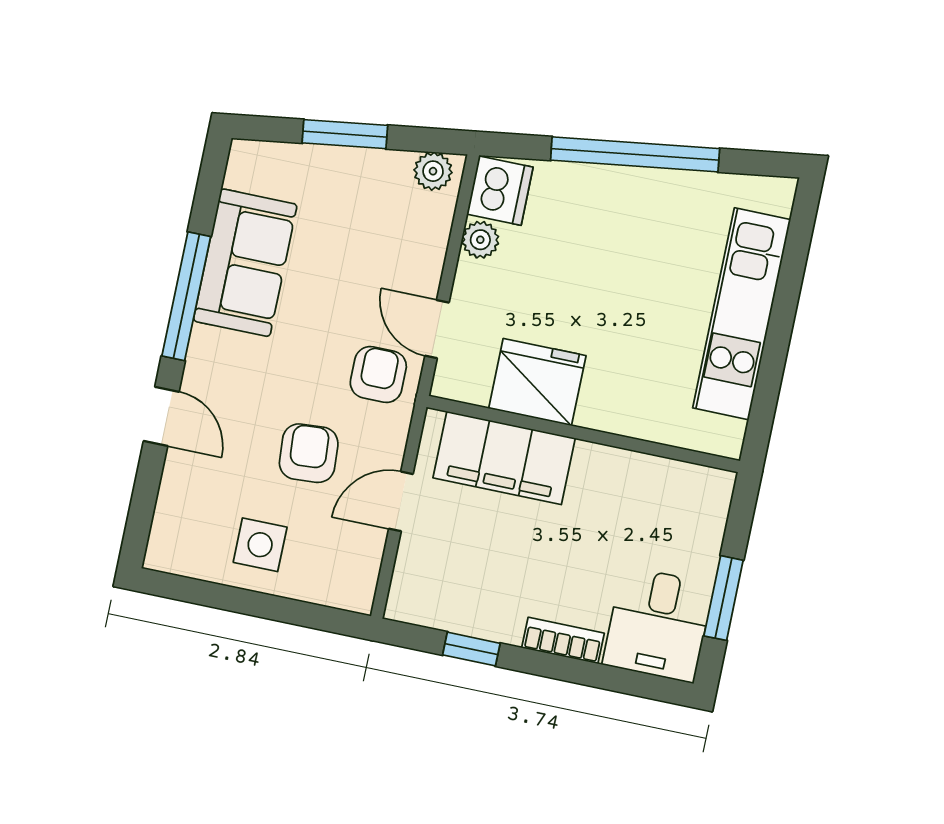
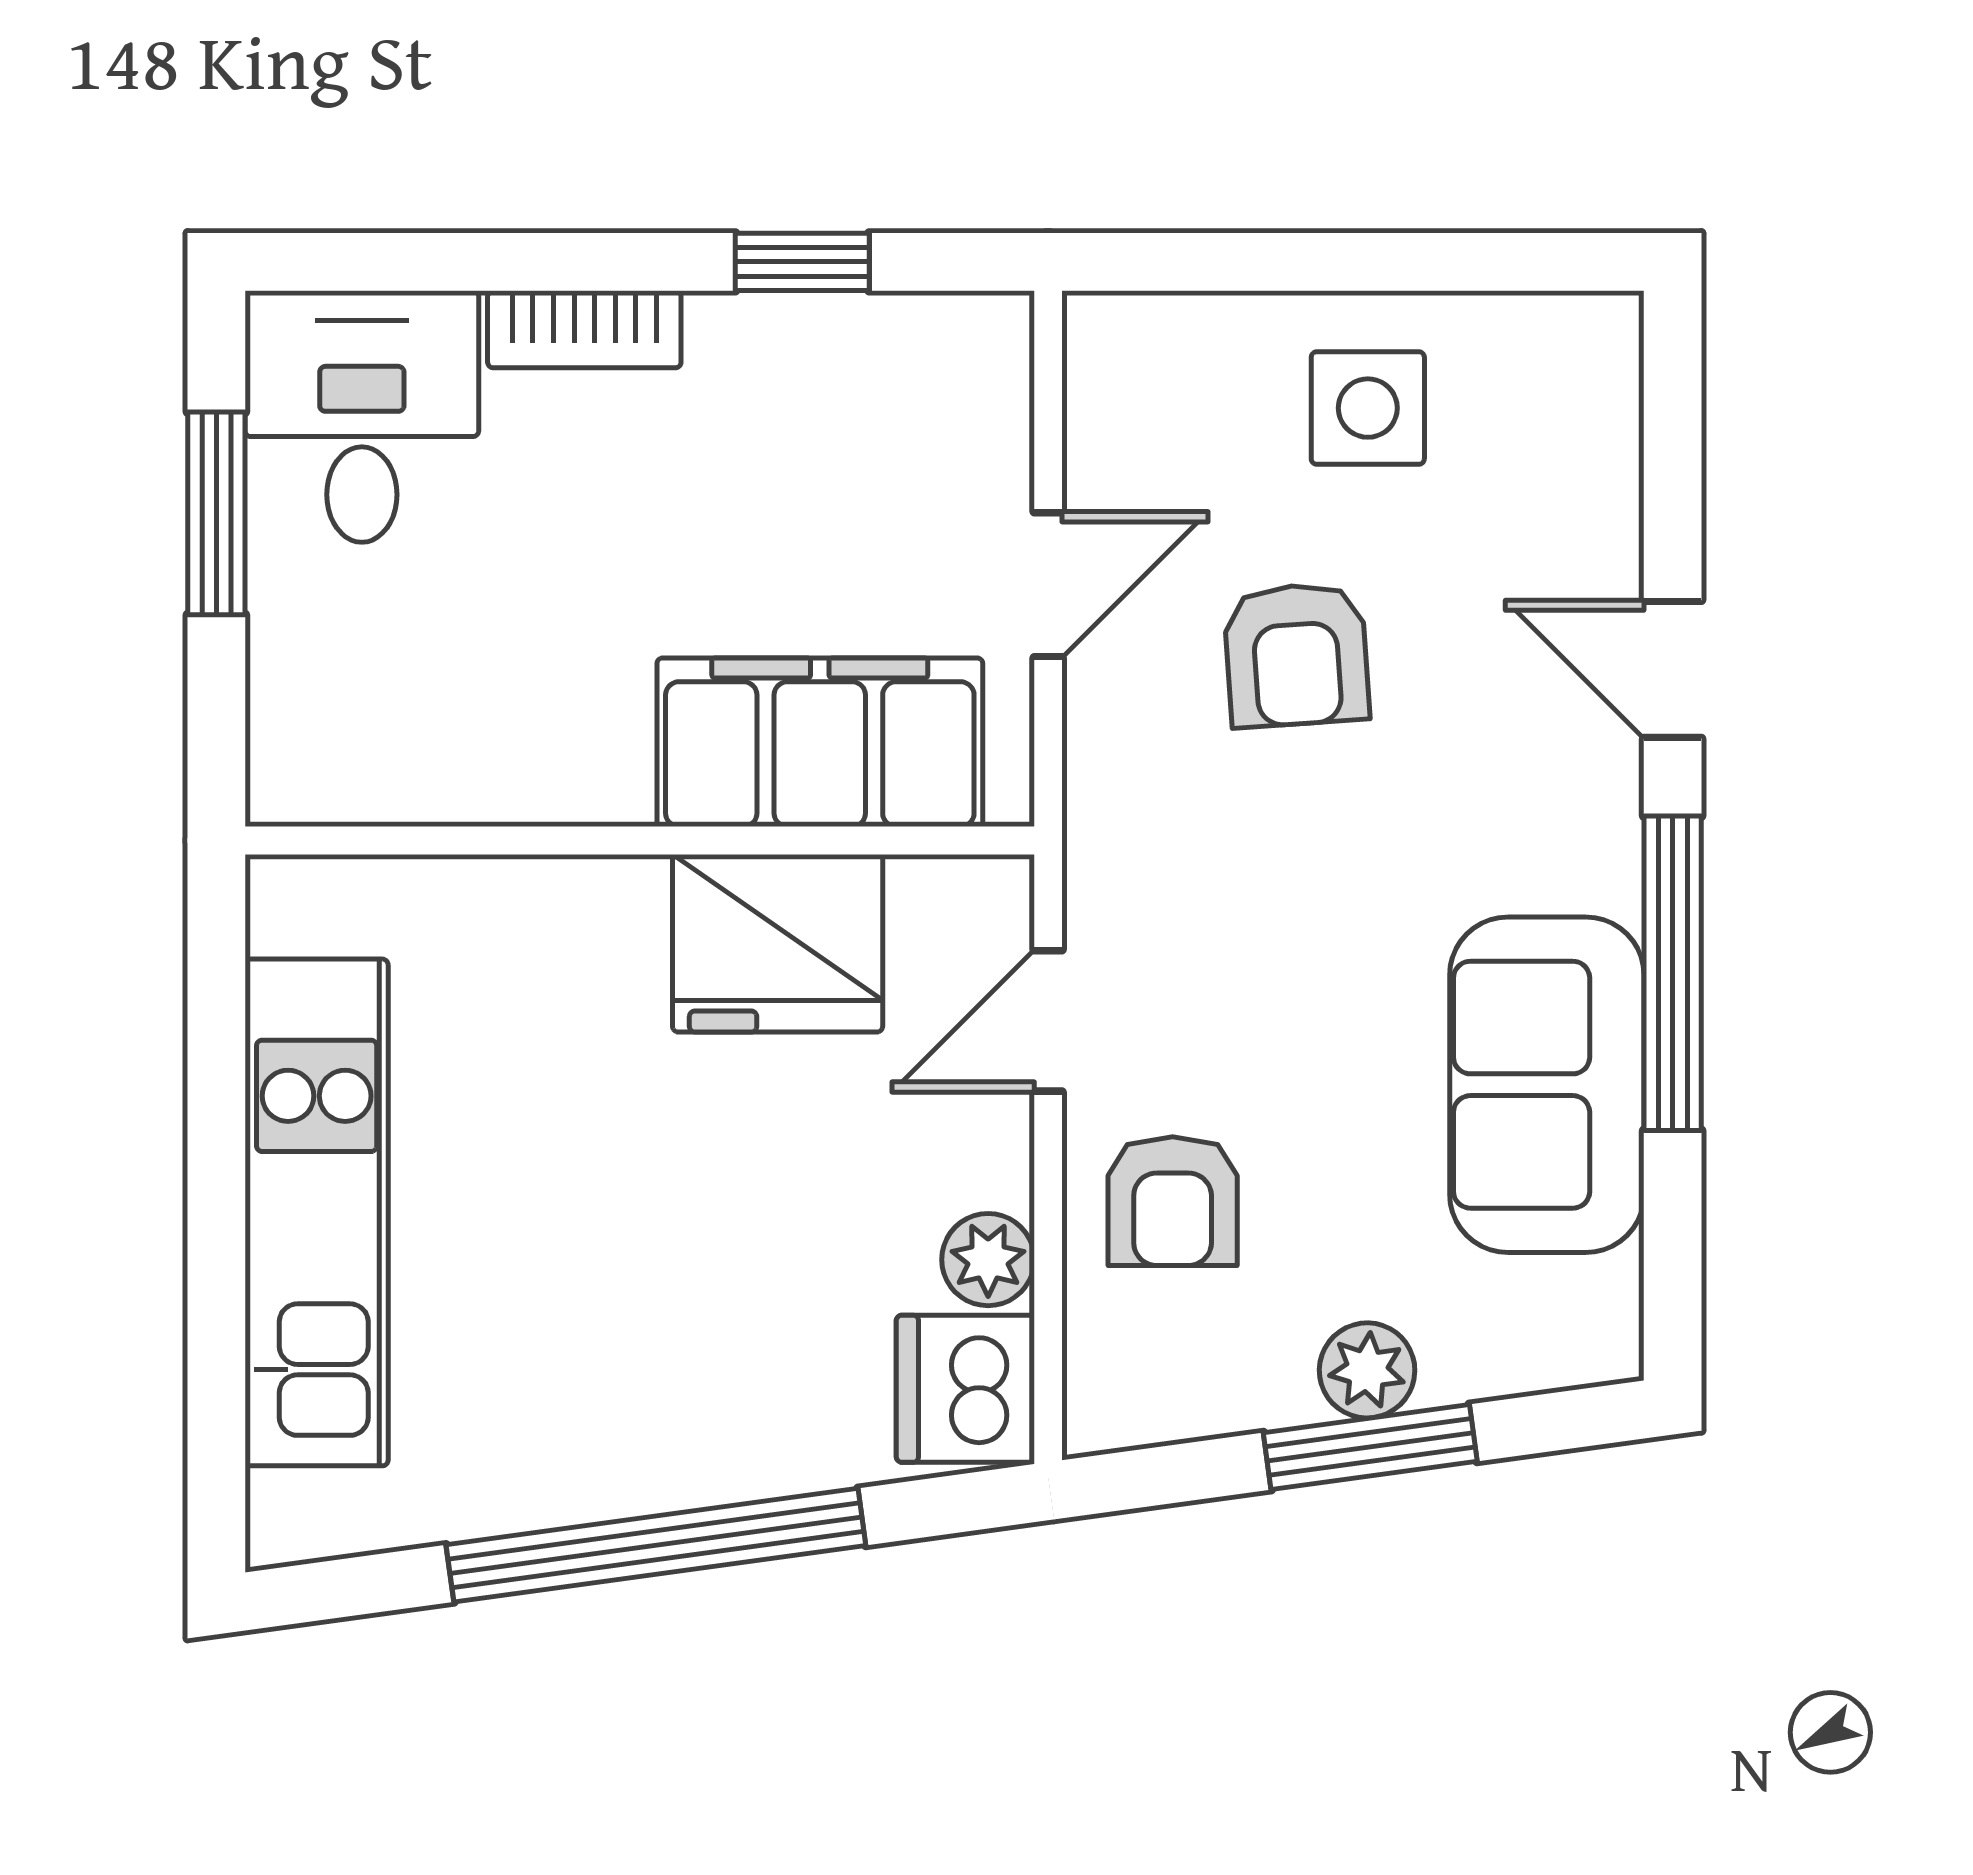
plant: (433, 171) -> (1367, 1370), moved
door: (437, 329) -> (1048, 1021), swing flipped
armchair: (378, 375) -> (1173, 1201), moved

